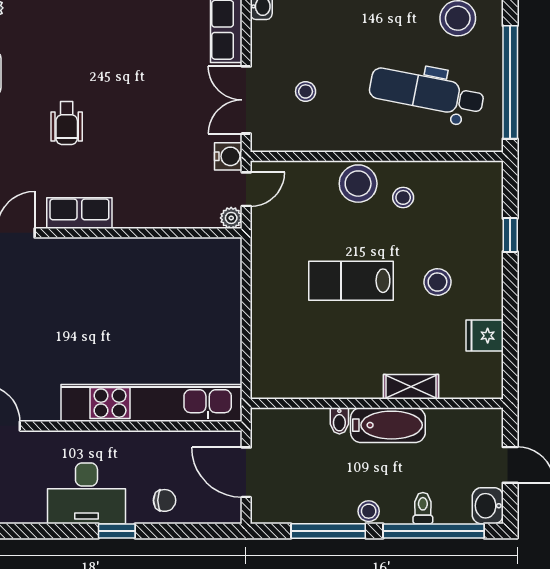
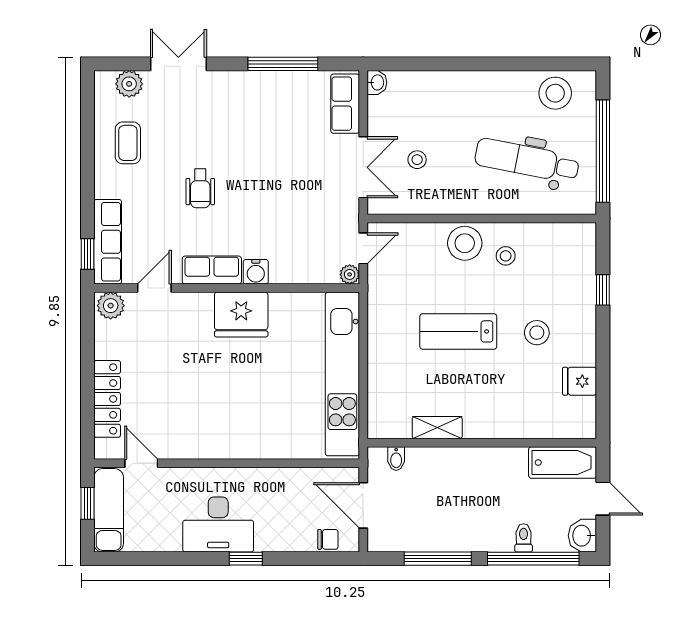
double door: (246, 100) -> (363, 167), swing flipped
water cooler: (228, 156) -> (256, 272), moved, turned 90
fridge: (112, 262) -> (241, 314), added
shelving: (411, 387) -> (437, 428), moved
kitchen unit: (152, 403) -> (342, 374), moved, turned -90
bidet: (339, 421) -> (396, 459), moved
bathtub: (388, 425) -> (563, 462), moved
chair: (165, 500) -> (328, 539), moved
stool: (369, 511) -> (474, 541), removed

